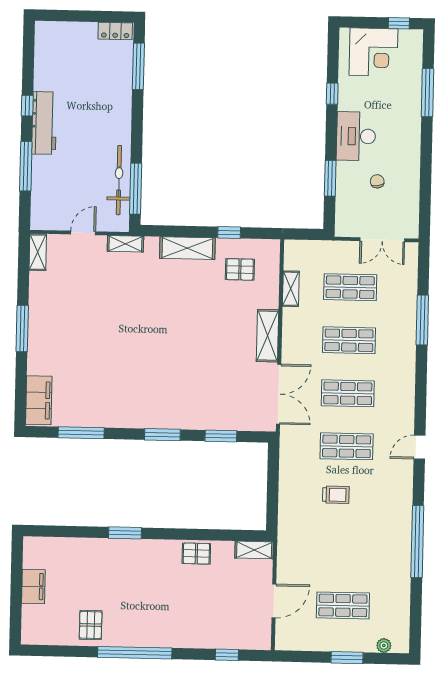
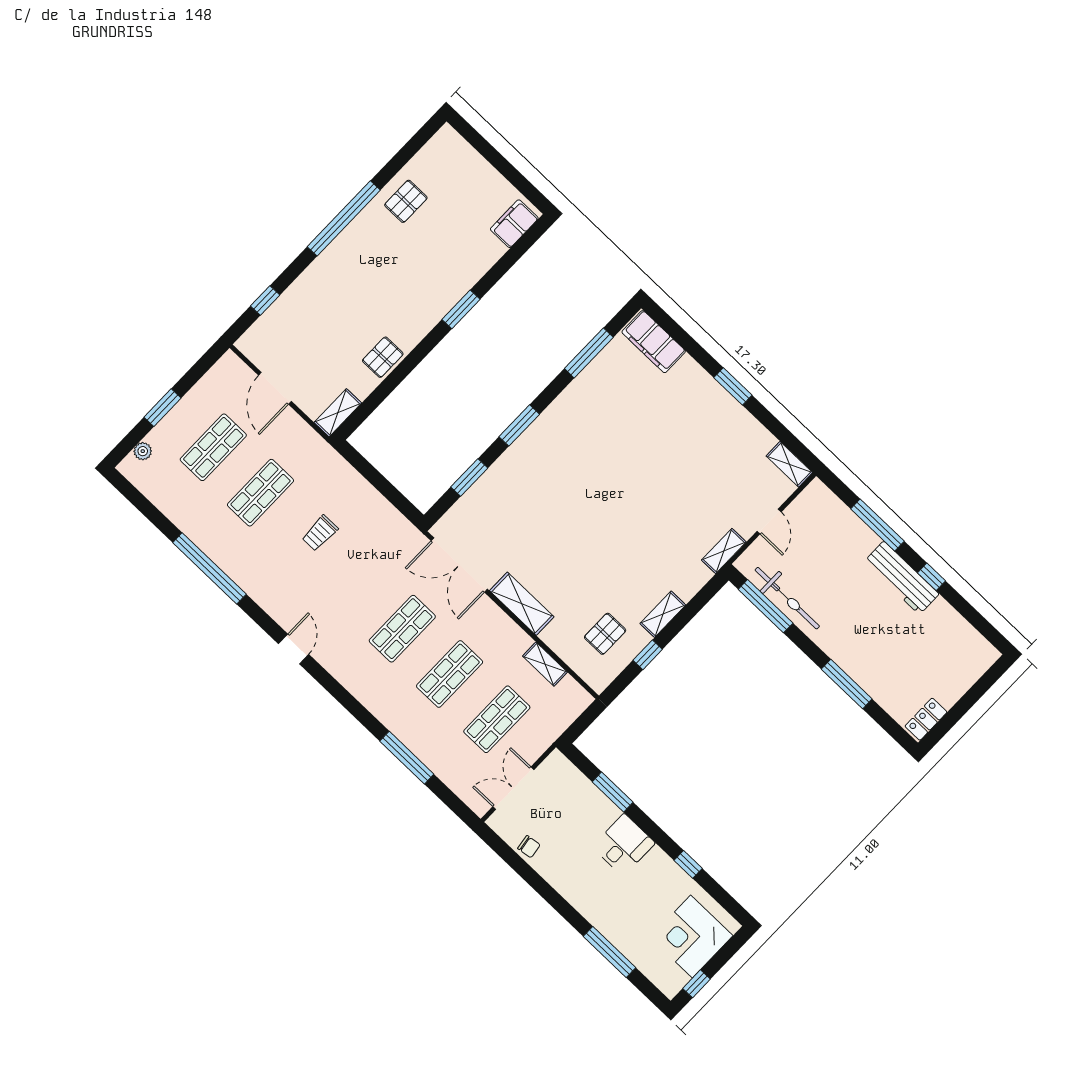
window: (138, 66) -> (847, 684), moved
desk: (356, 136) -> (624, 845), width x0.73
chair: (377, 181) -> (529, 847), moved
shelving: (187, 248) -> (663, 614), width x0.67, depth x0.75
window: (22, 328) -> (733, 386), width x0.69
shop shelf: (347, 446) -> (261, 493), moved
filing cabinet: (33, 586) -> (514, 224), moved, turned 90
pallet: (91, 625) -> (406, 201), turned 90

